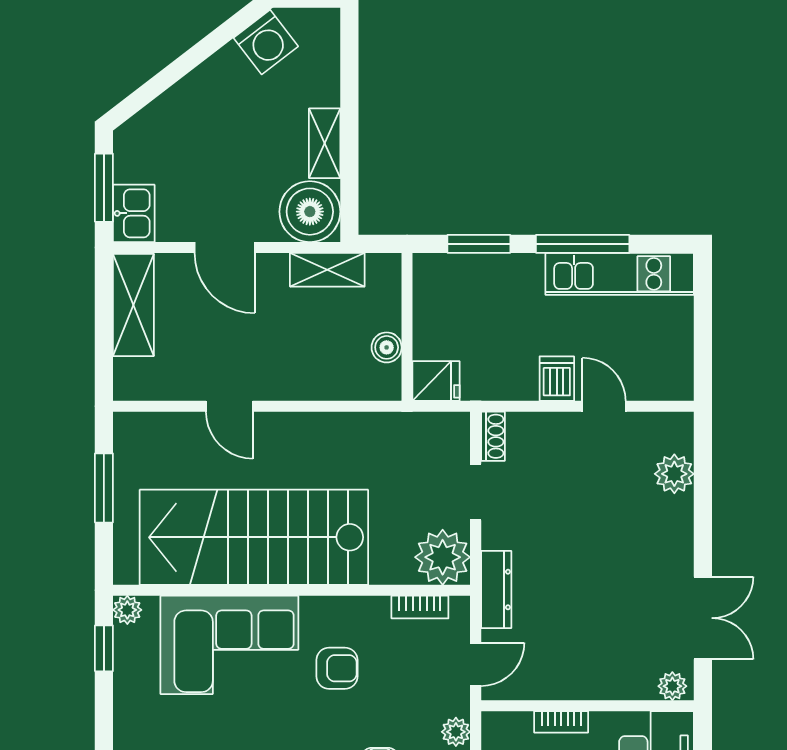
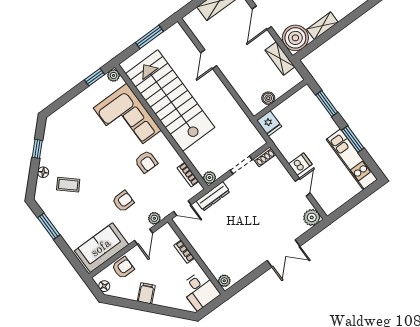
window: (583, 244) -> (353, 139), width x0.69
plant: (674, 474) -> (312, 217), moved
plant: (443, 557) -> (209, 178), width x0.53, depth x0.53
double door: (703, 618) -> (283, 253), moved

